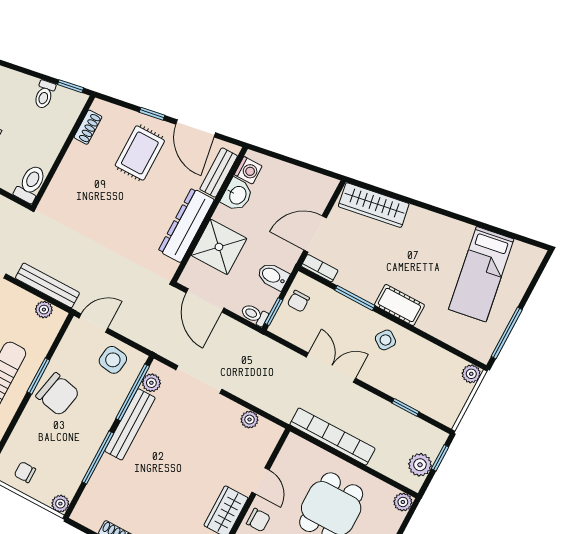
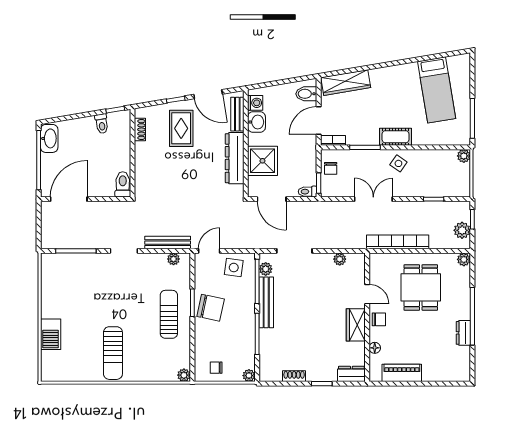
bidet: (273, 276) -> (306, 94), moved

